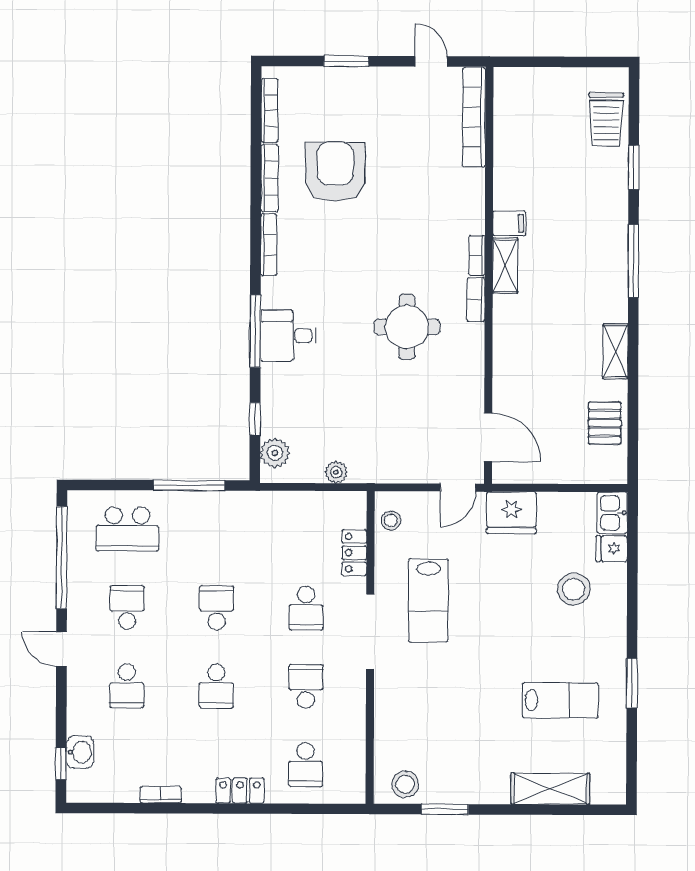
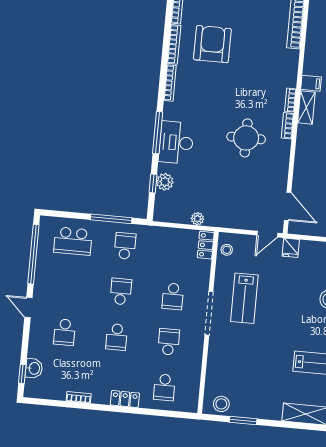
desk: (288, 336) -> (176, 143), width x1.37
plant: (275, 453) -> (165, 182), moved
fridge: (511, 513) -> (291, 248), width x0.53, depth x0.75
locker: (354, 553) -> (206, 245), moved
school desk: (127, 607) -> (125, 246), moved

